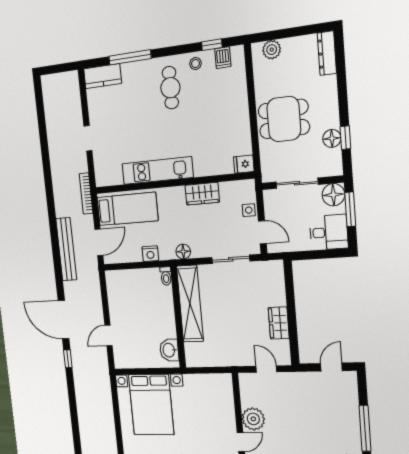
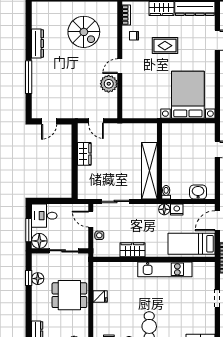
fridge: (244, 164) -> (100, 296), moved
floor lamp: (183, 252) -> (164, 209), moved
washbasin: (169, 350) -> (198, 192), moved, turned -90

